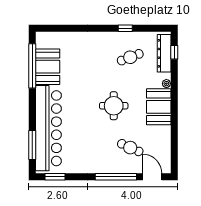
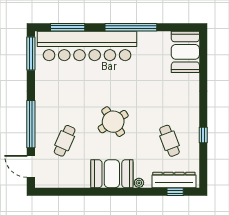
window: (32, 66) -> (131, 27), moved
booth: (48, 67) -> (185, 52), moved, turned 90
round table: (114, 106) -> (113, 122), turned -33
window: (55, 177) -> (31, 53), width x1.44
door: (152, 177) -> (31, 166), swing flipped

